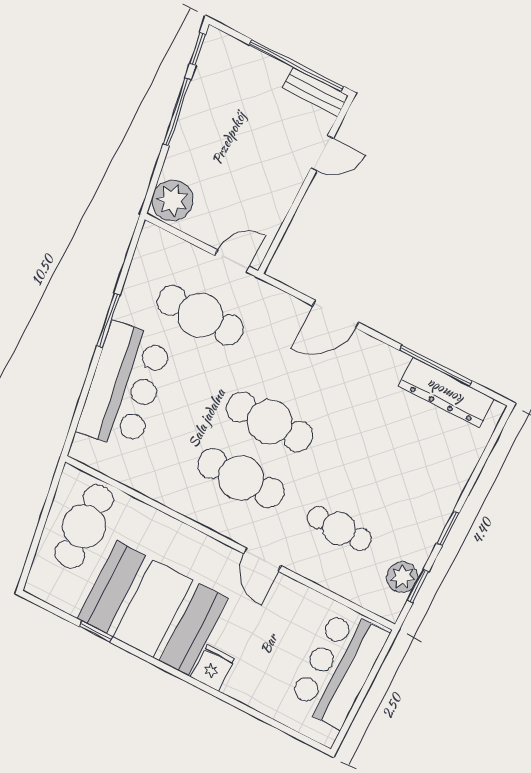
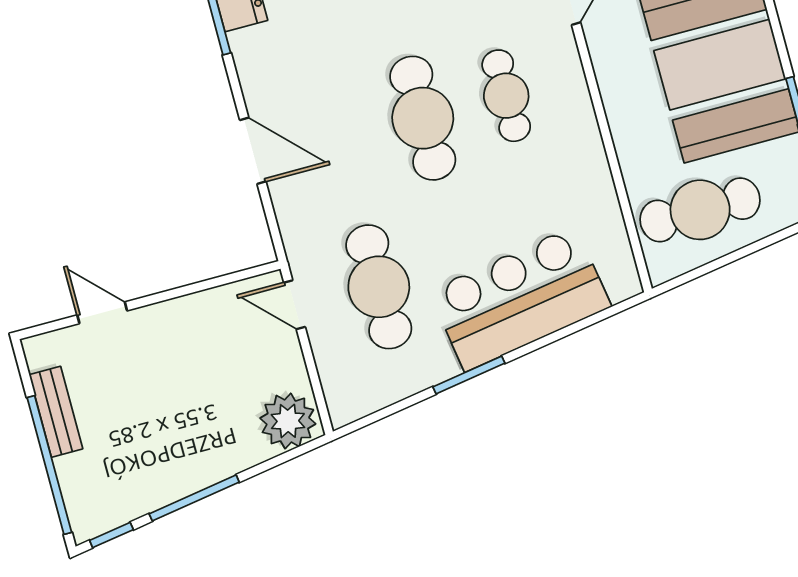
window: (297, 66) -> (49, 465), moved
bench: (315, 92) -> (56, 412), moved
cafe table: (241, 478) -> (506, 96), width x0.73, depth x0.74

